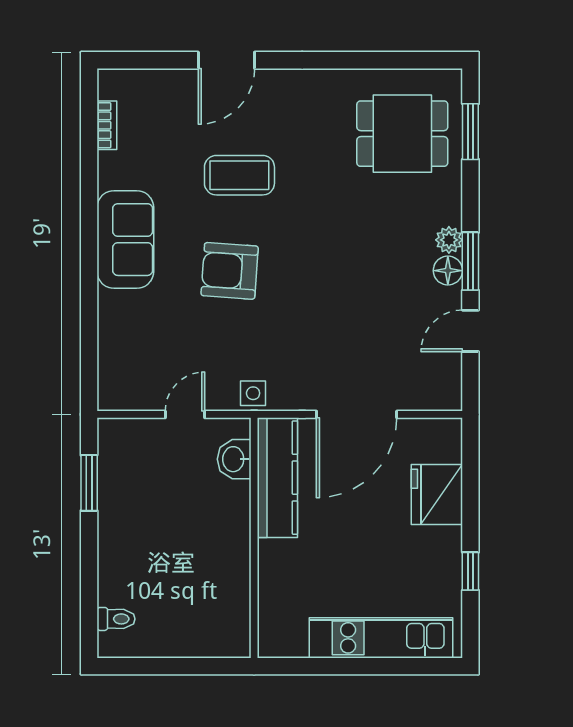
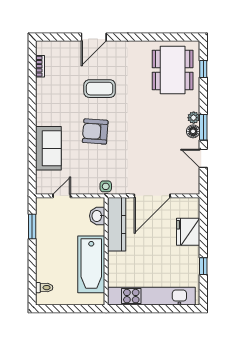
window: (470, 132) -> (203, 69), width x0.67
dining table: (402, 134) -> (173, 70), width x1.38
sofa: (125, 240) -> (48, 148), moved
door: (470, 331) -> (203, 158), hinge flipped
door: (185, 414) -> (62, 196), moved
bathtub: (221, 567) -> (91, 264), added
kitchen unit: (381, 638) -> (151, 296), width x1.36

